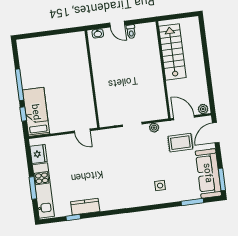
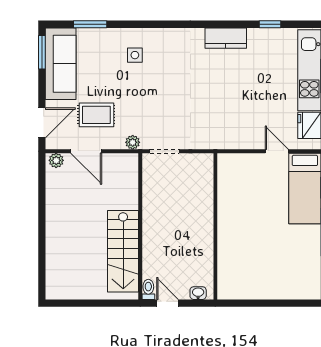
stairs: (172, 52) -> (123, 251), moved
wall: (163, 70) -> (140, 226), moved
door: (82, 131) -> (277, 151), moved
kitchen counter: (85, 207) -> (226, 38), moved

